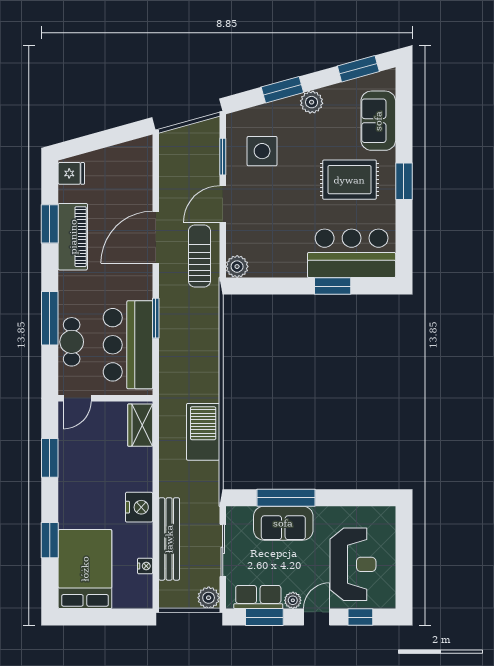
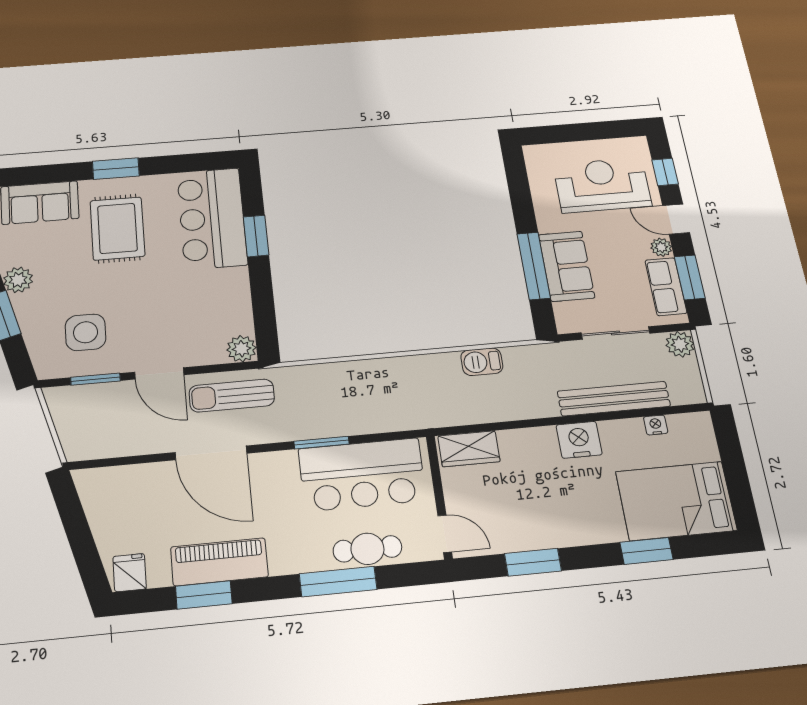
barbecue: (203, 432) -> (482, 362), width x0.53, depth x0.65

